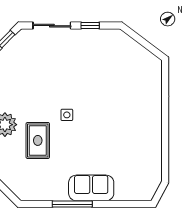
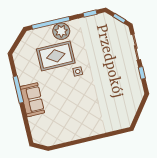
rug: (38, 140) -> (56, 56), width x1.36, depth x1.43

